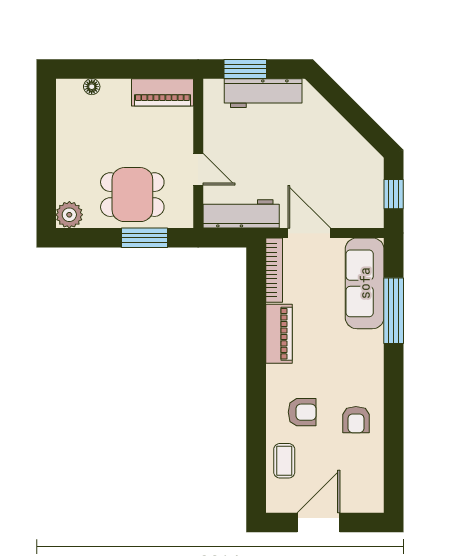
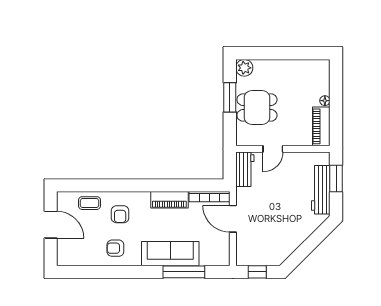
floor lamp: (92, 87) -> (325, 101), moved
dining table: (132, 195) -> (257, 107), turned 90
workbench: (241, 214) -> (245, 169), width x0.73
door: (309, 233) -> (233, 219), swing flipped
window: (144, 238) -> (230, 97), moved
sofa: (365, 283) -> (170, 254), moved

